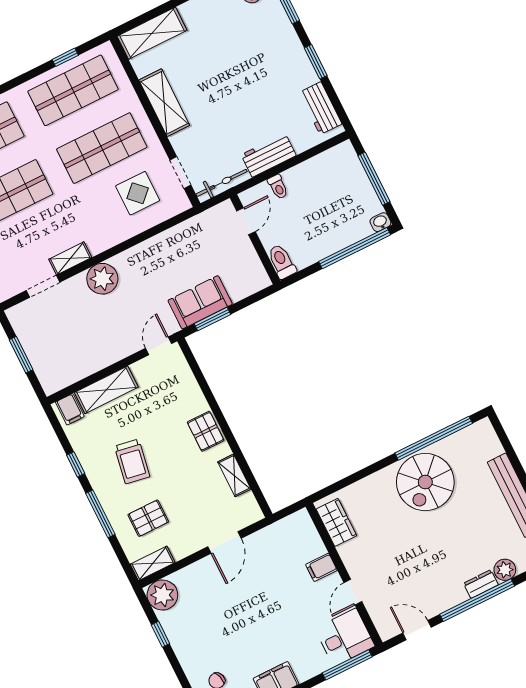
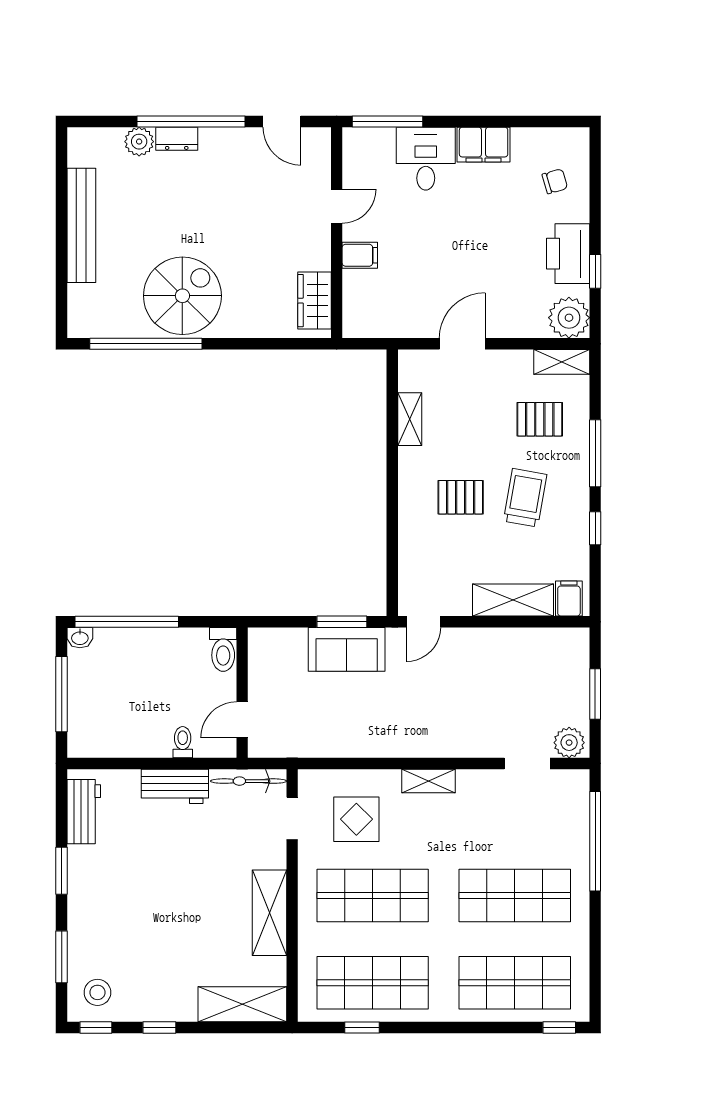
shelving: (70, 258) -> (429, 781), moved
plant: (102, 279) -> (569, 743), moved, width x0.73, depth x0.73
pallet: (206, 431) -> (461, 497), moved, turned 90
printer: (184, 637) -> (568, 254), added
desk: (345, 637) -> (426, 159), moved, turned 90

